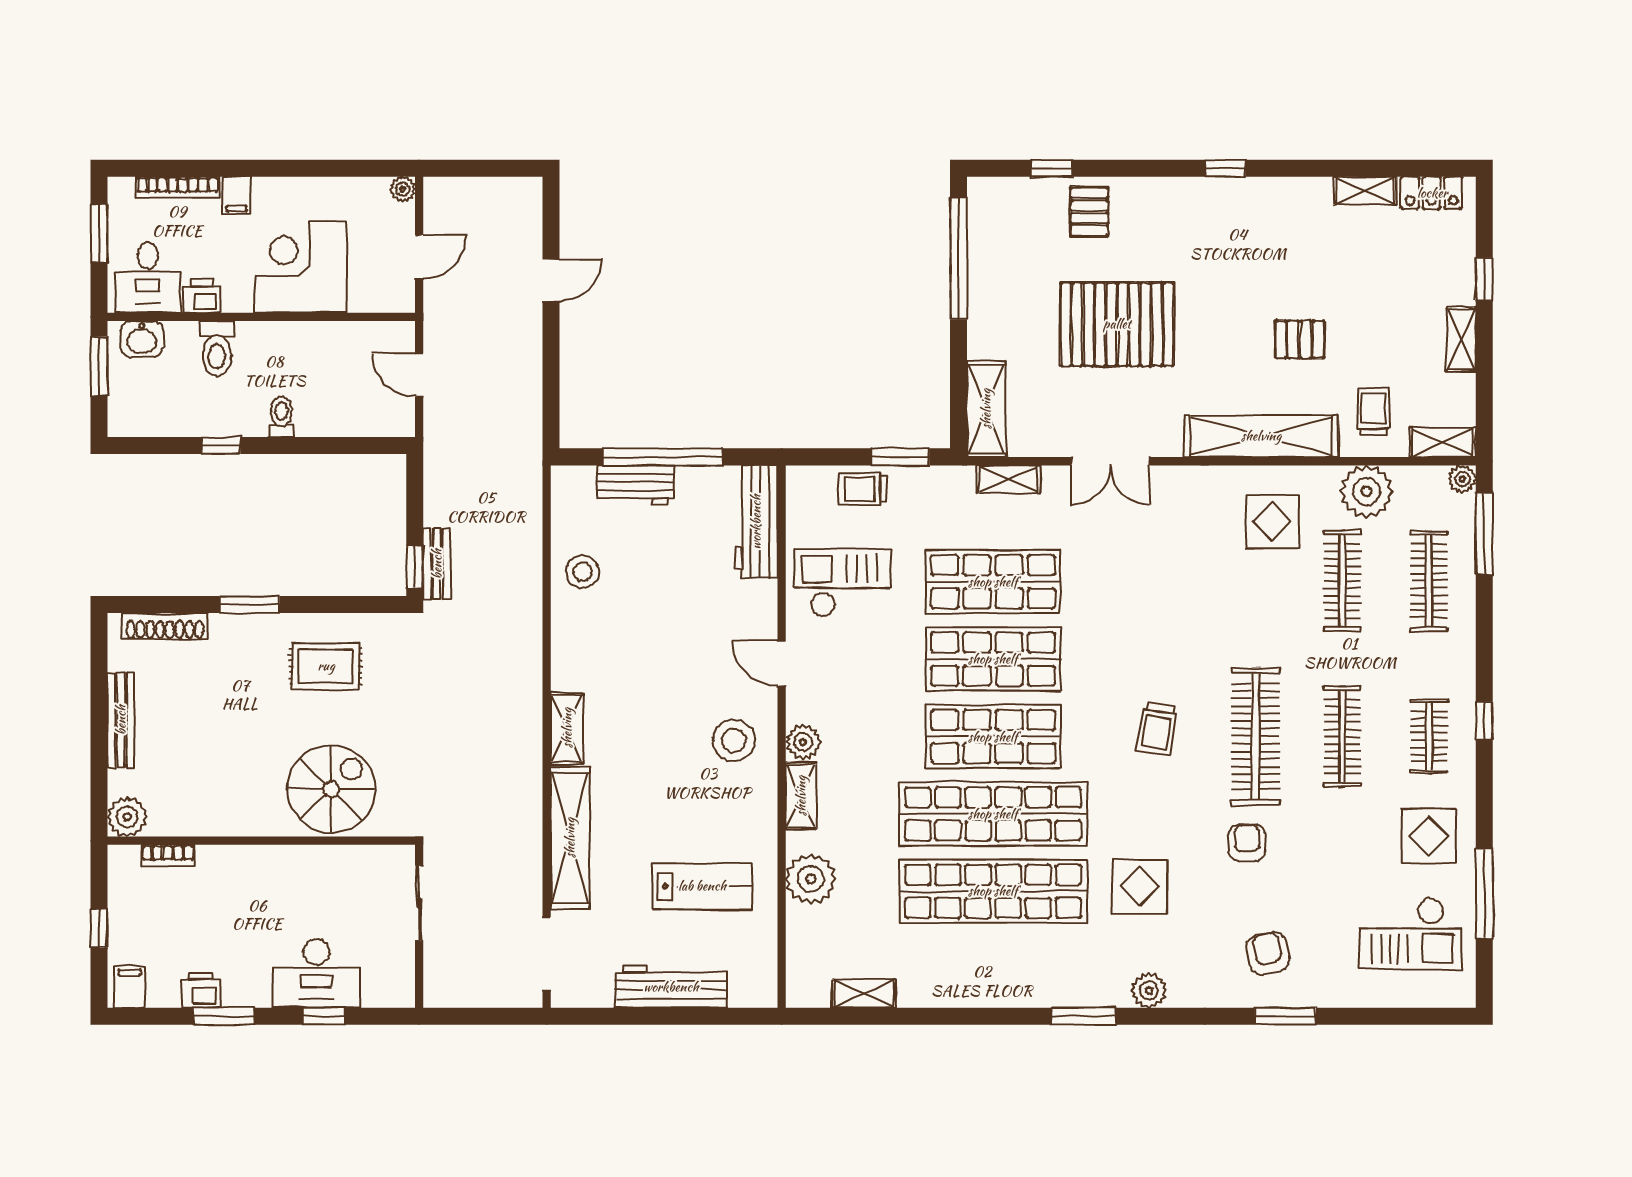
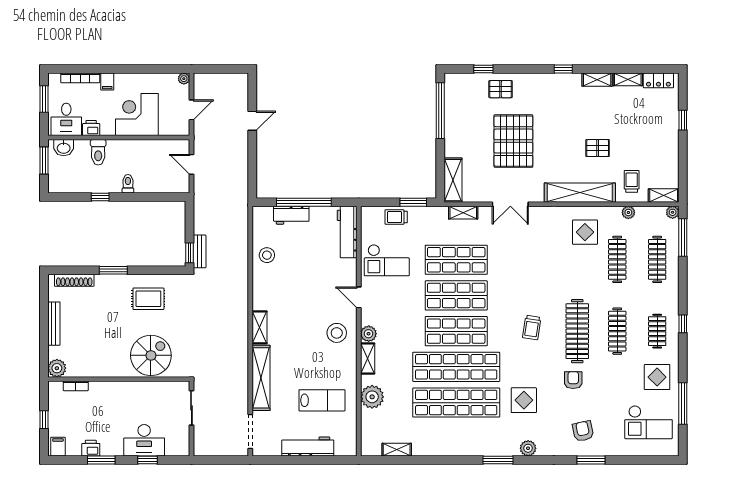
pallet: (1089, 212) -> (501, 89), turned 90
pallet: (1117, 324) -> (513, 141), turned 90
shelving: (1461, 339) -> (597, 80), moved, turned 90
plant: (1366, 491) -> (628, 212), width x0.53, depth x0.53
checkout: (843, 583) -> (387, 260), turned 180

